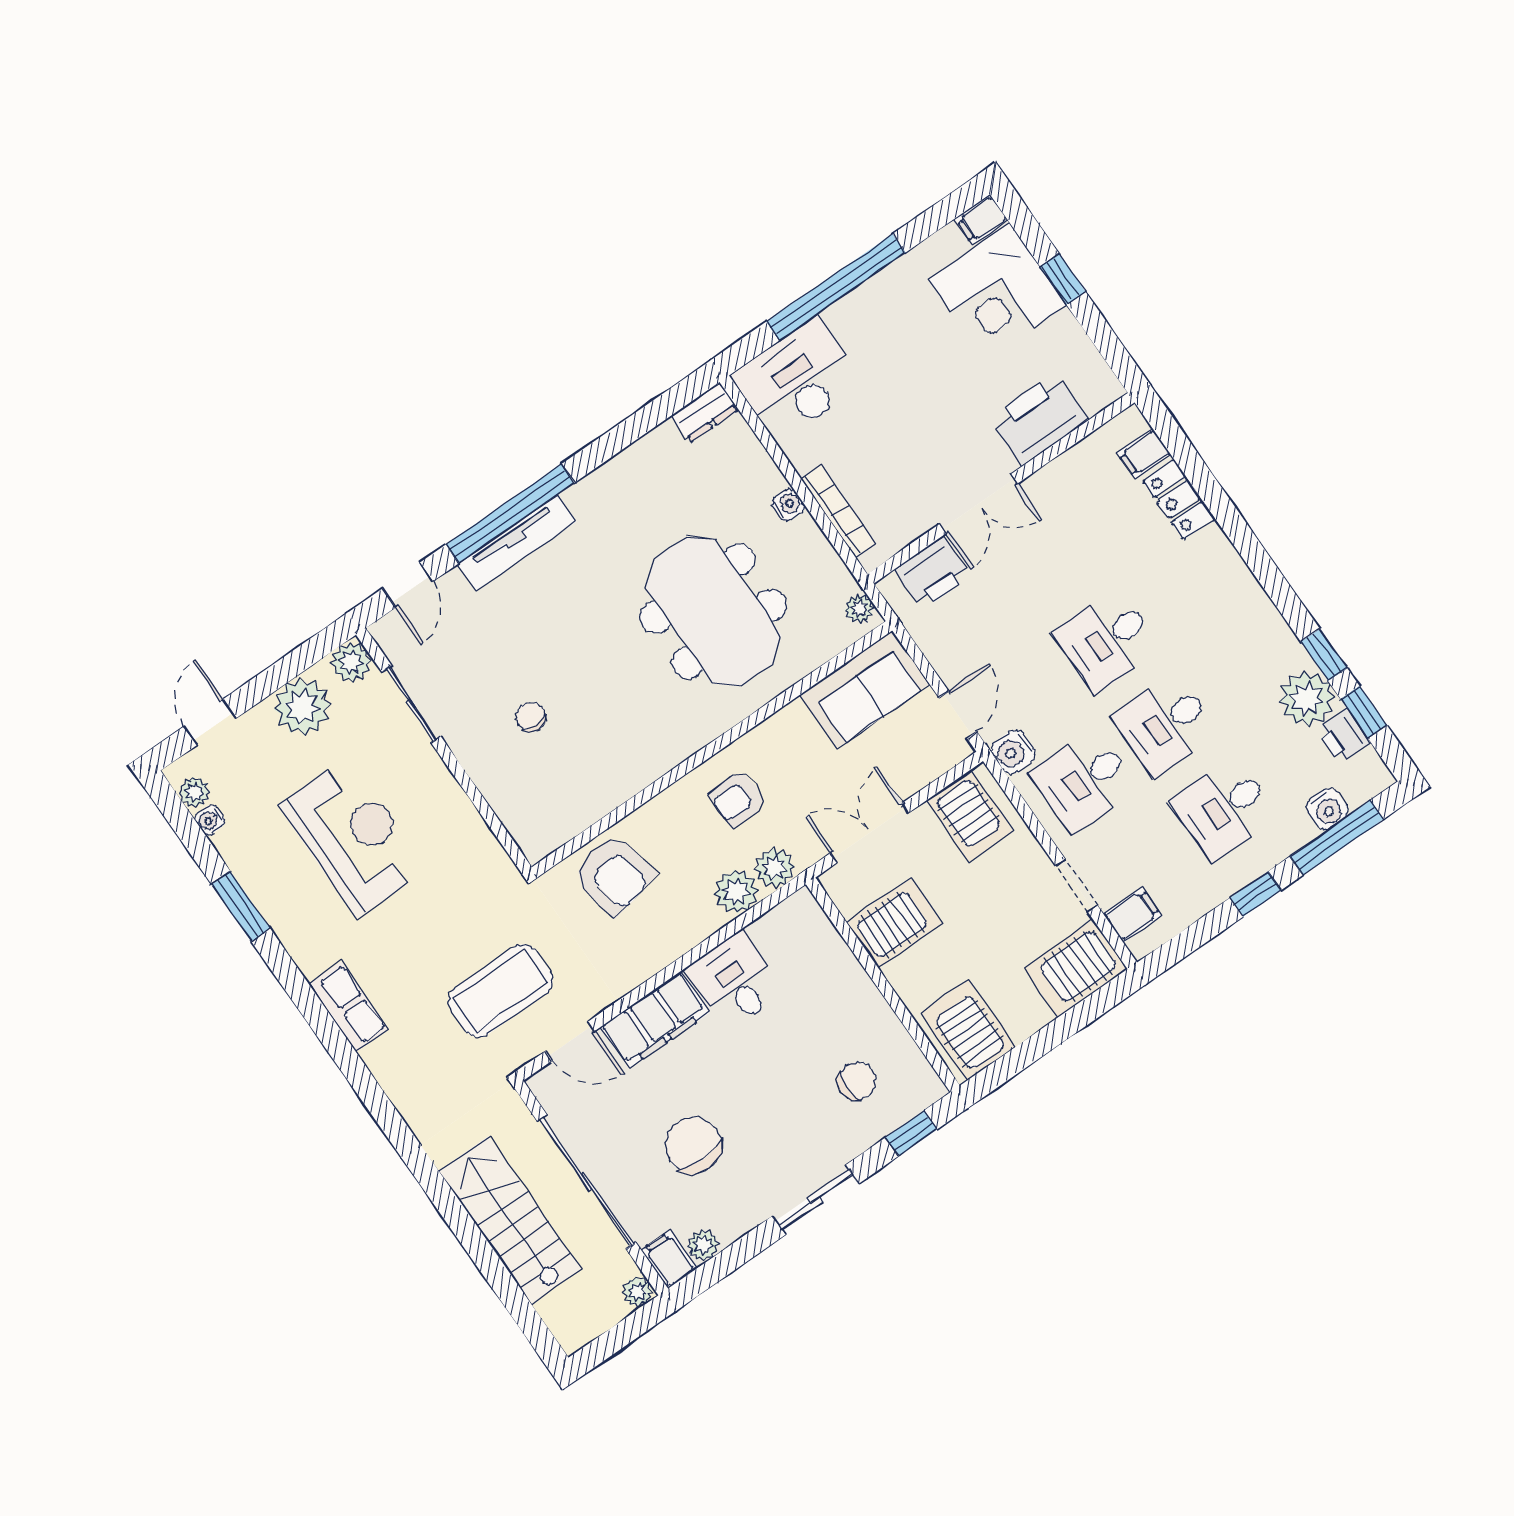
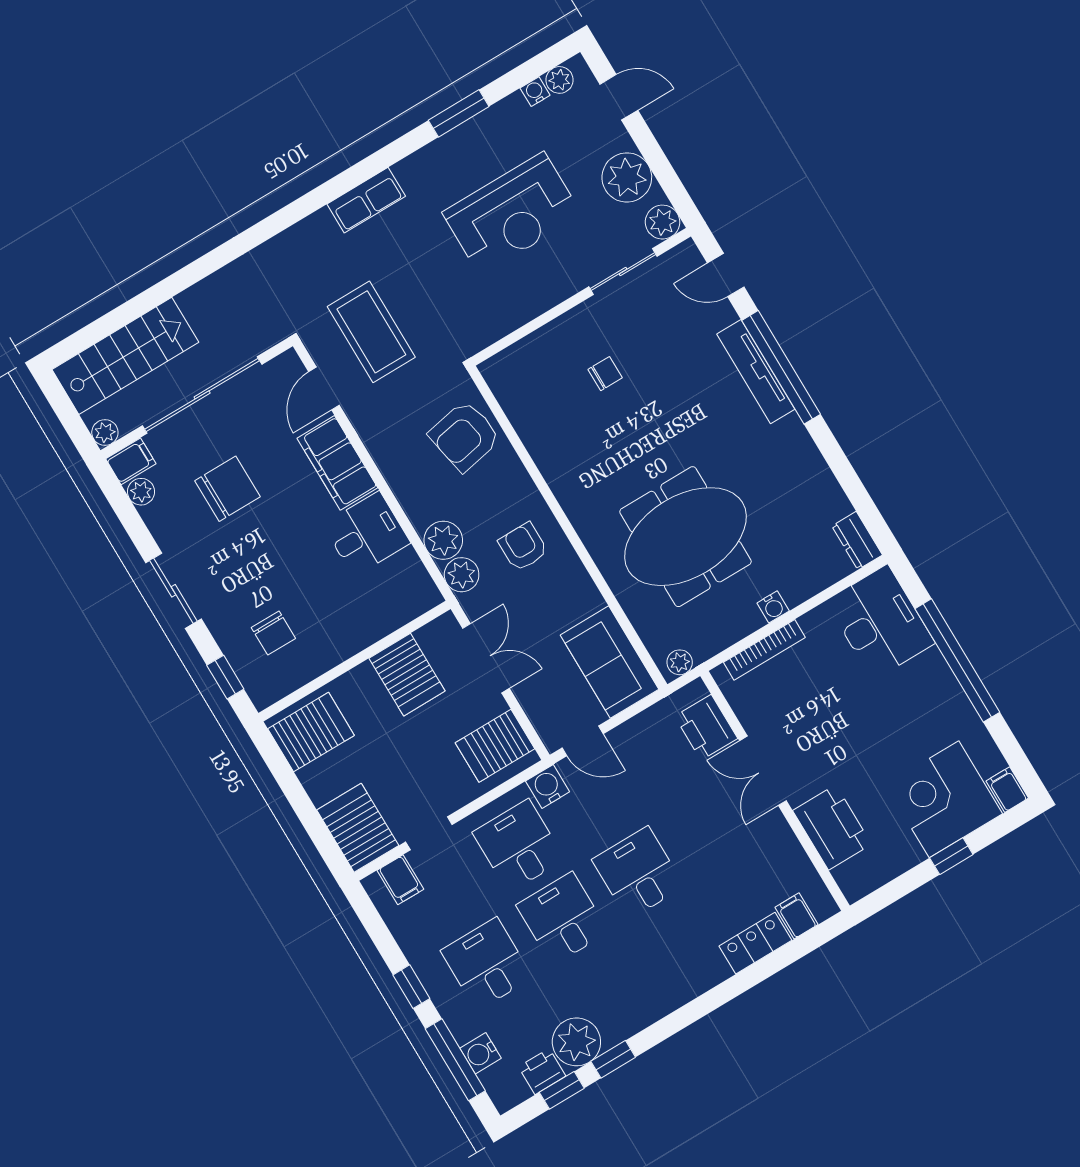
stairs: (510, 1220) -> (125, 356), moved

